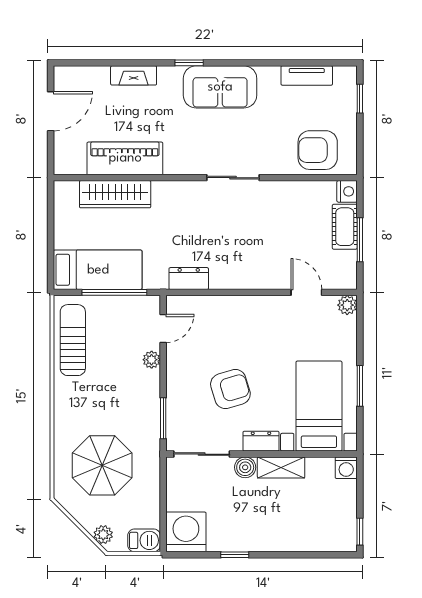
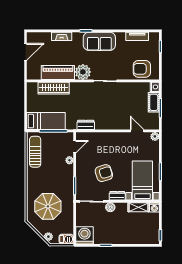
plant: (182, 157) -> (83, 72), added
shelving: (281, 467) -> (138, 207), moved

